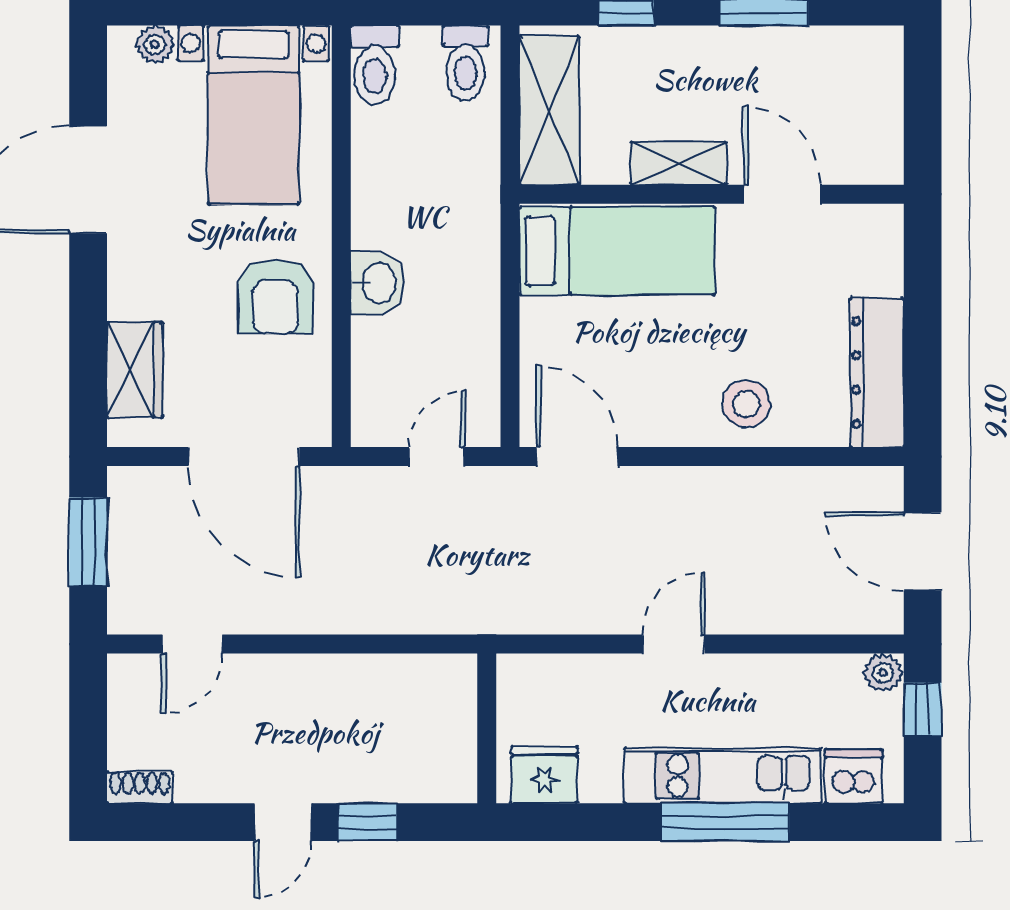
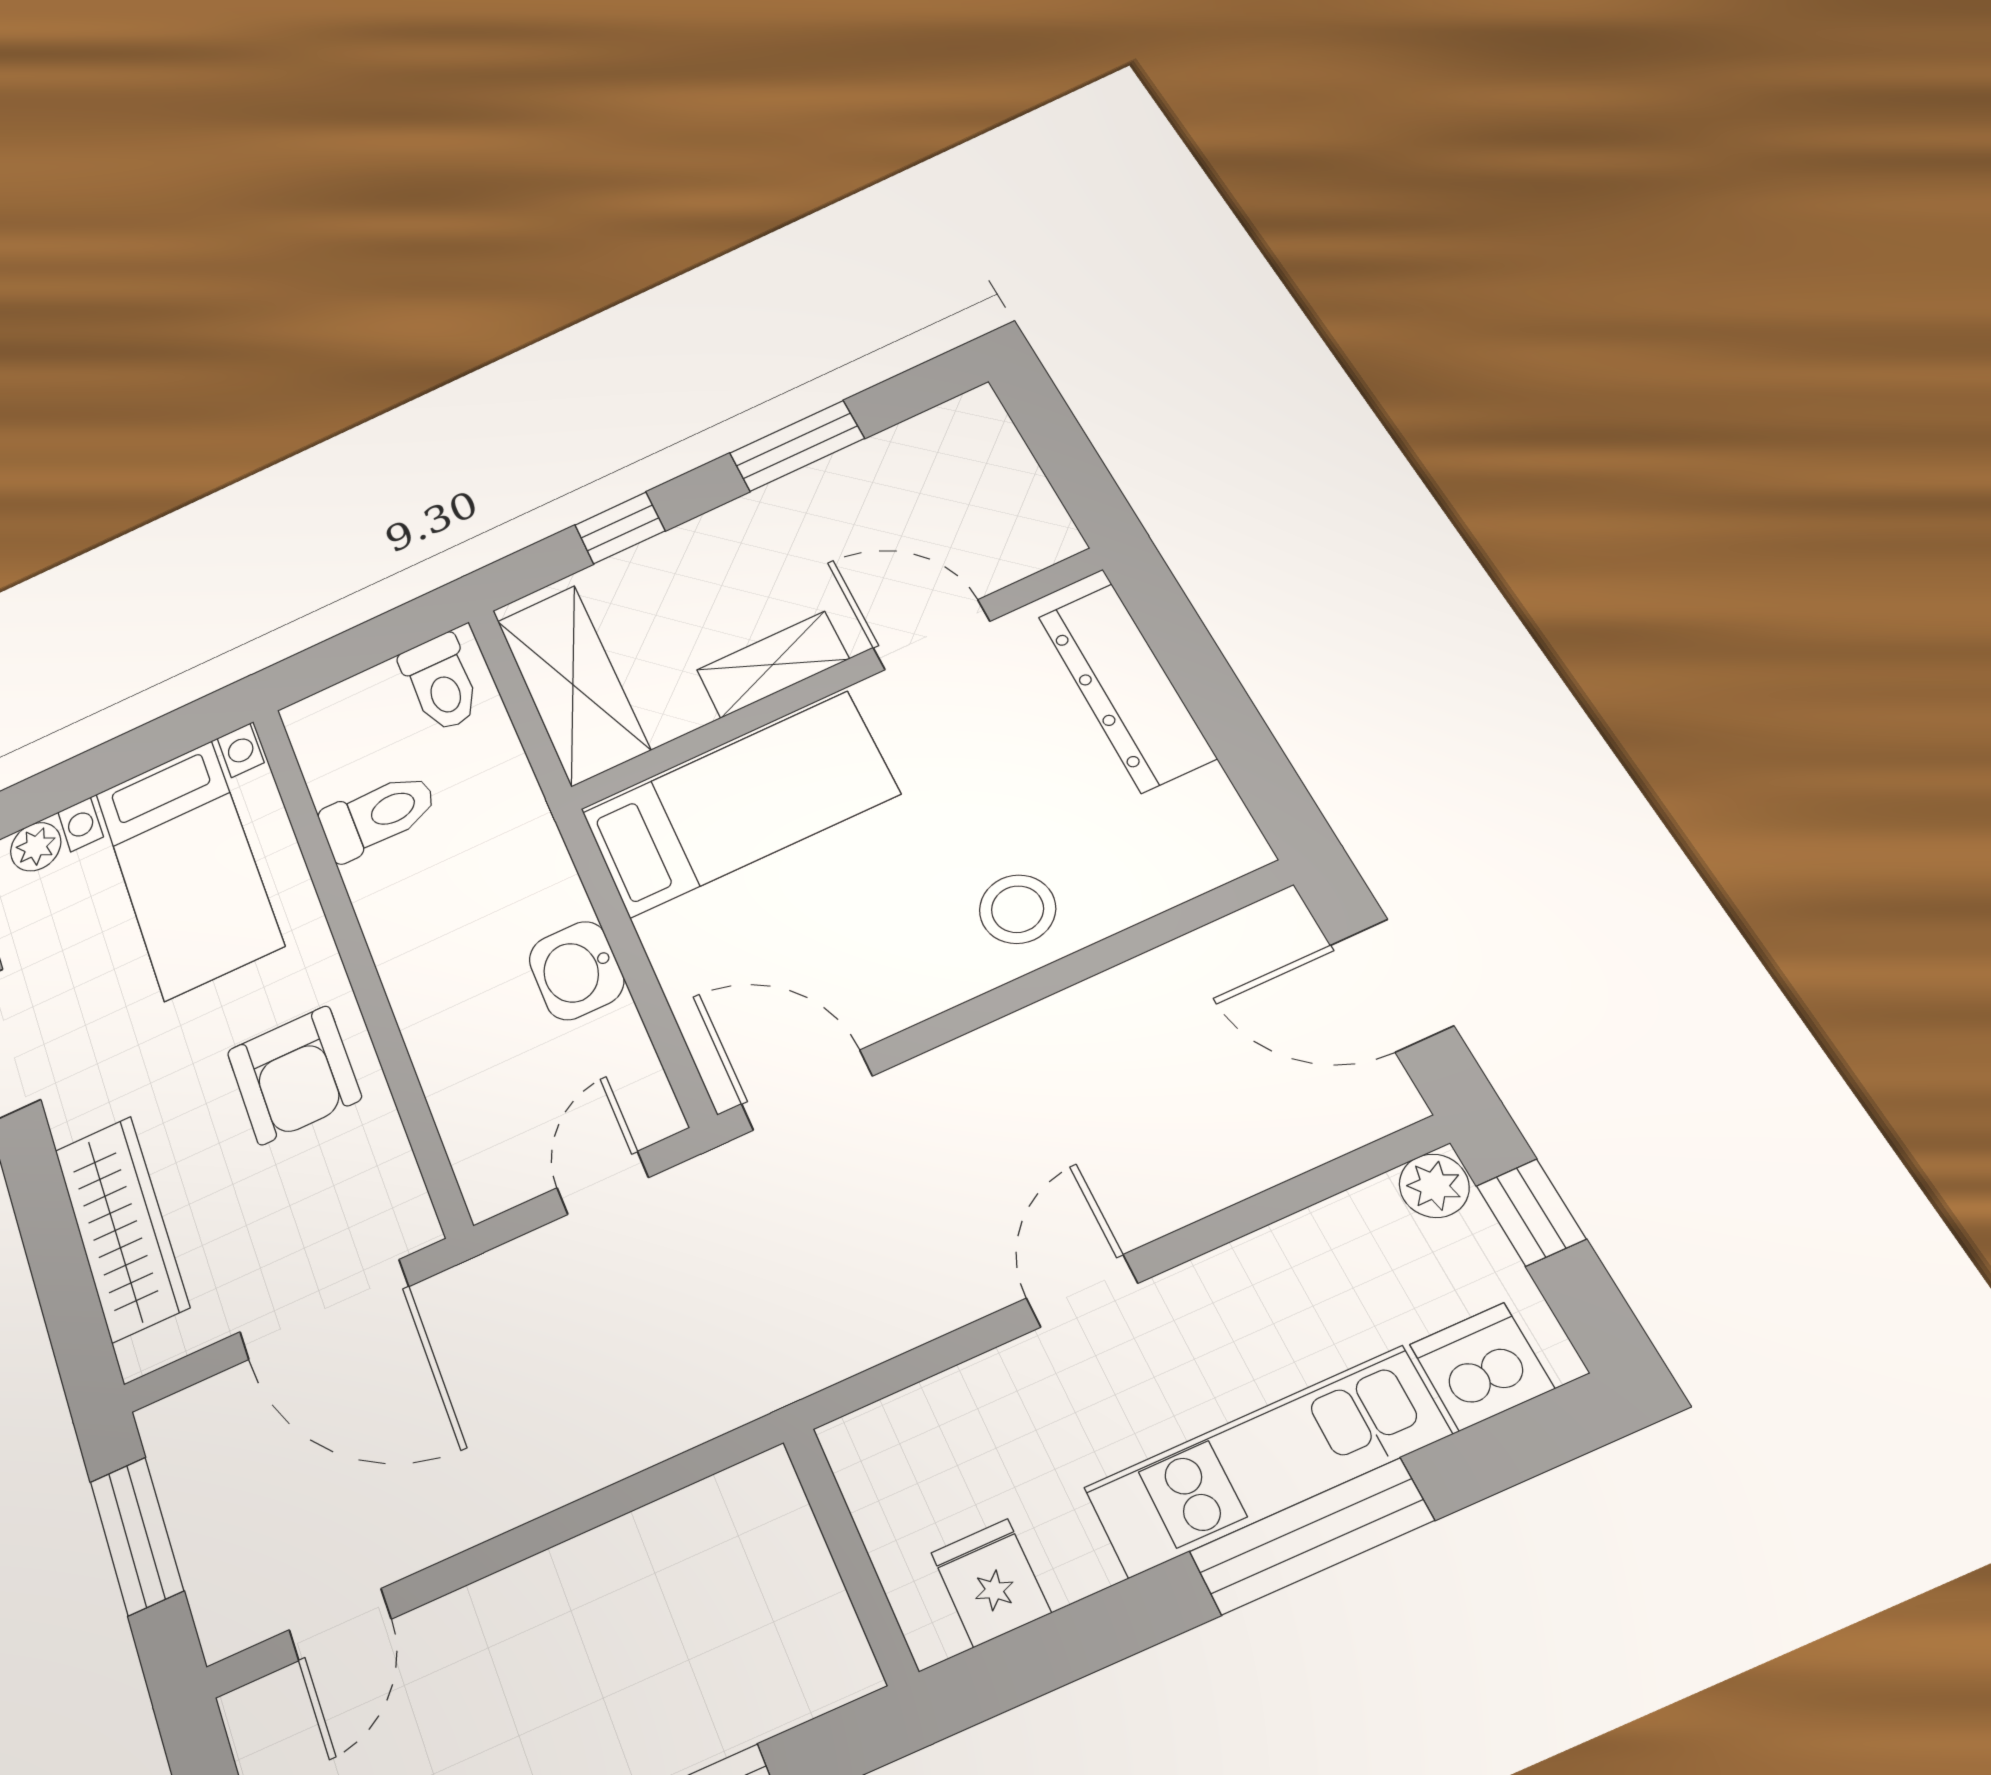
toilet: (375, 65) -> (378, 815), moved, turned -90
washbasin: (378, 283) -> (576, 970), moved, turned 180
wardrobe: (135, 370) -> (121, 1228), width x1.50
dresser: (877, 373) -> (1126, 687), moved
fridge: (544, 775) -> (991, 1583), width x0.72

